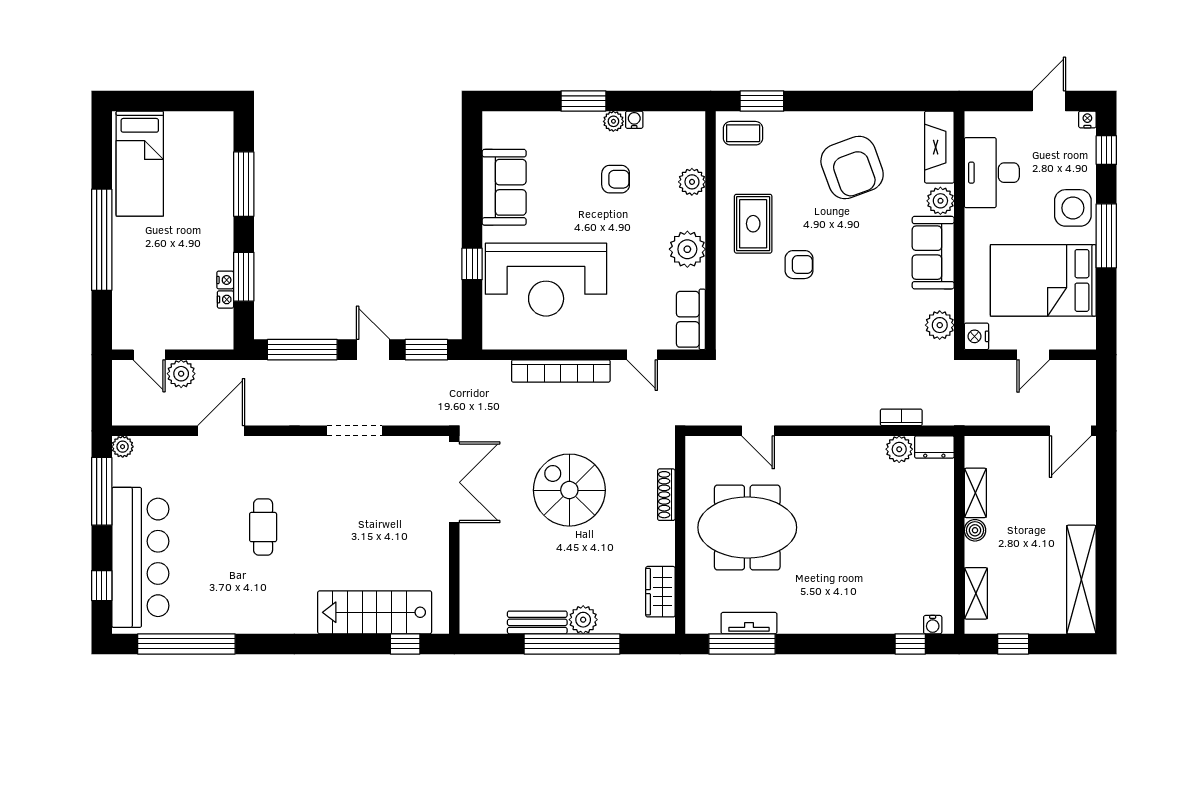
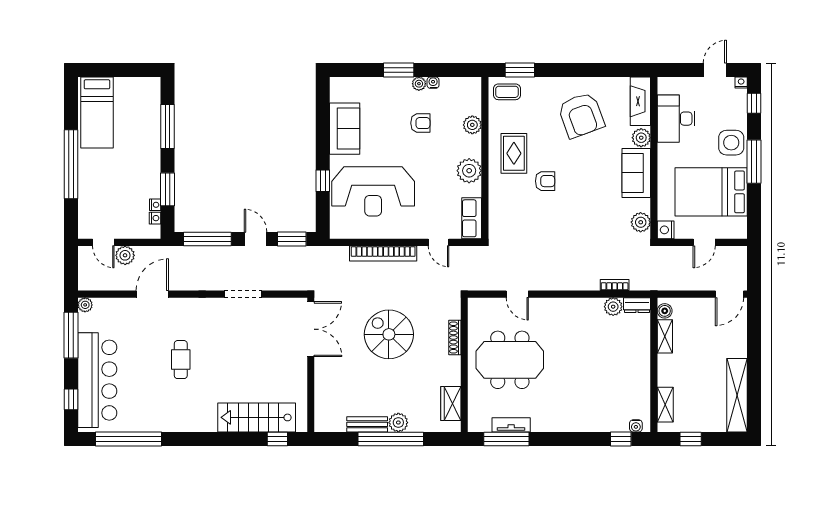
nightstand: (225, 280) -> (155, 218), moved
boiler: (975, 530) -> (665, 311), moved

